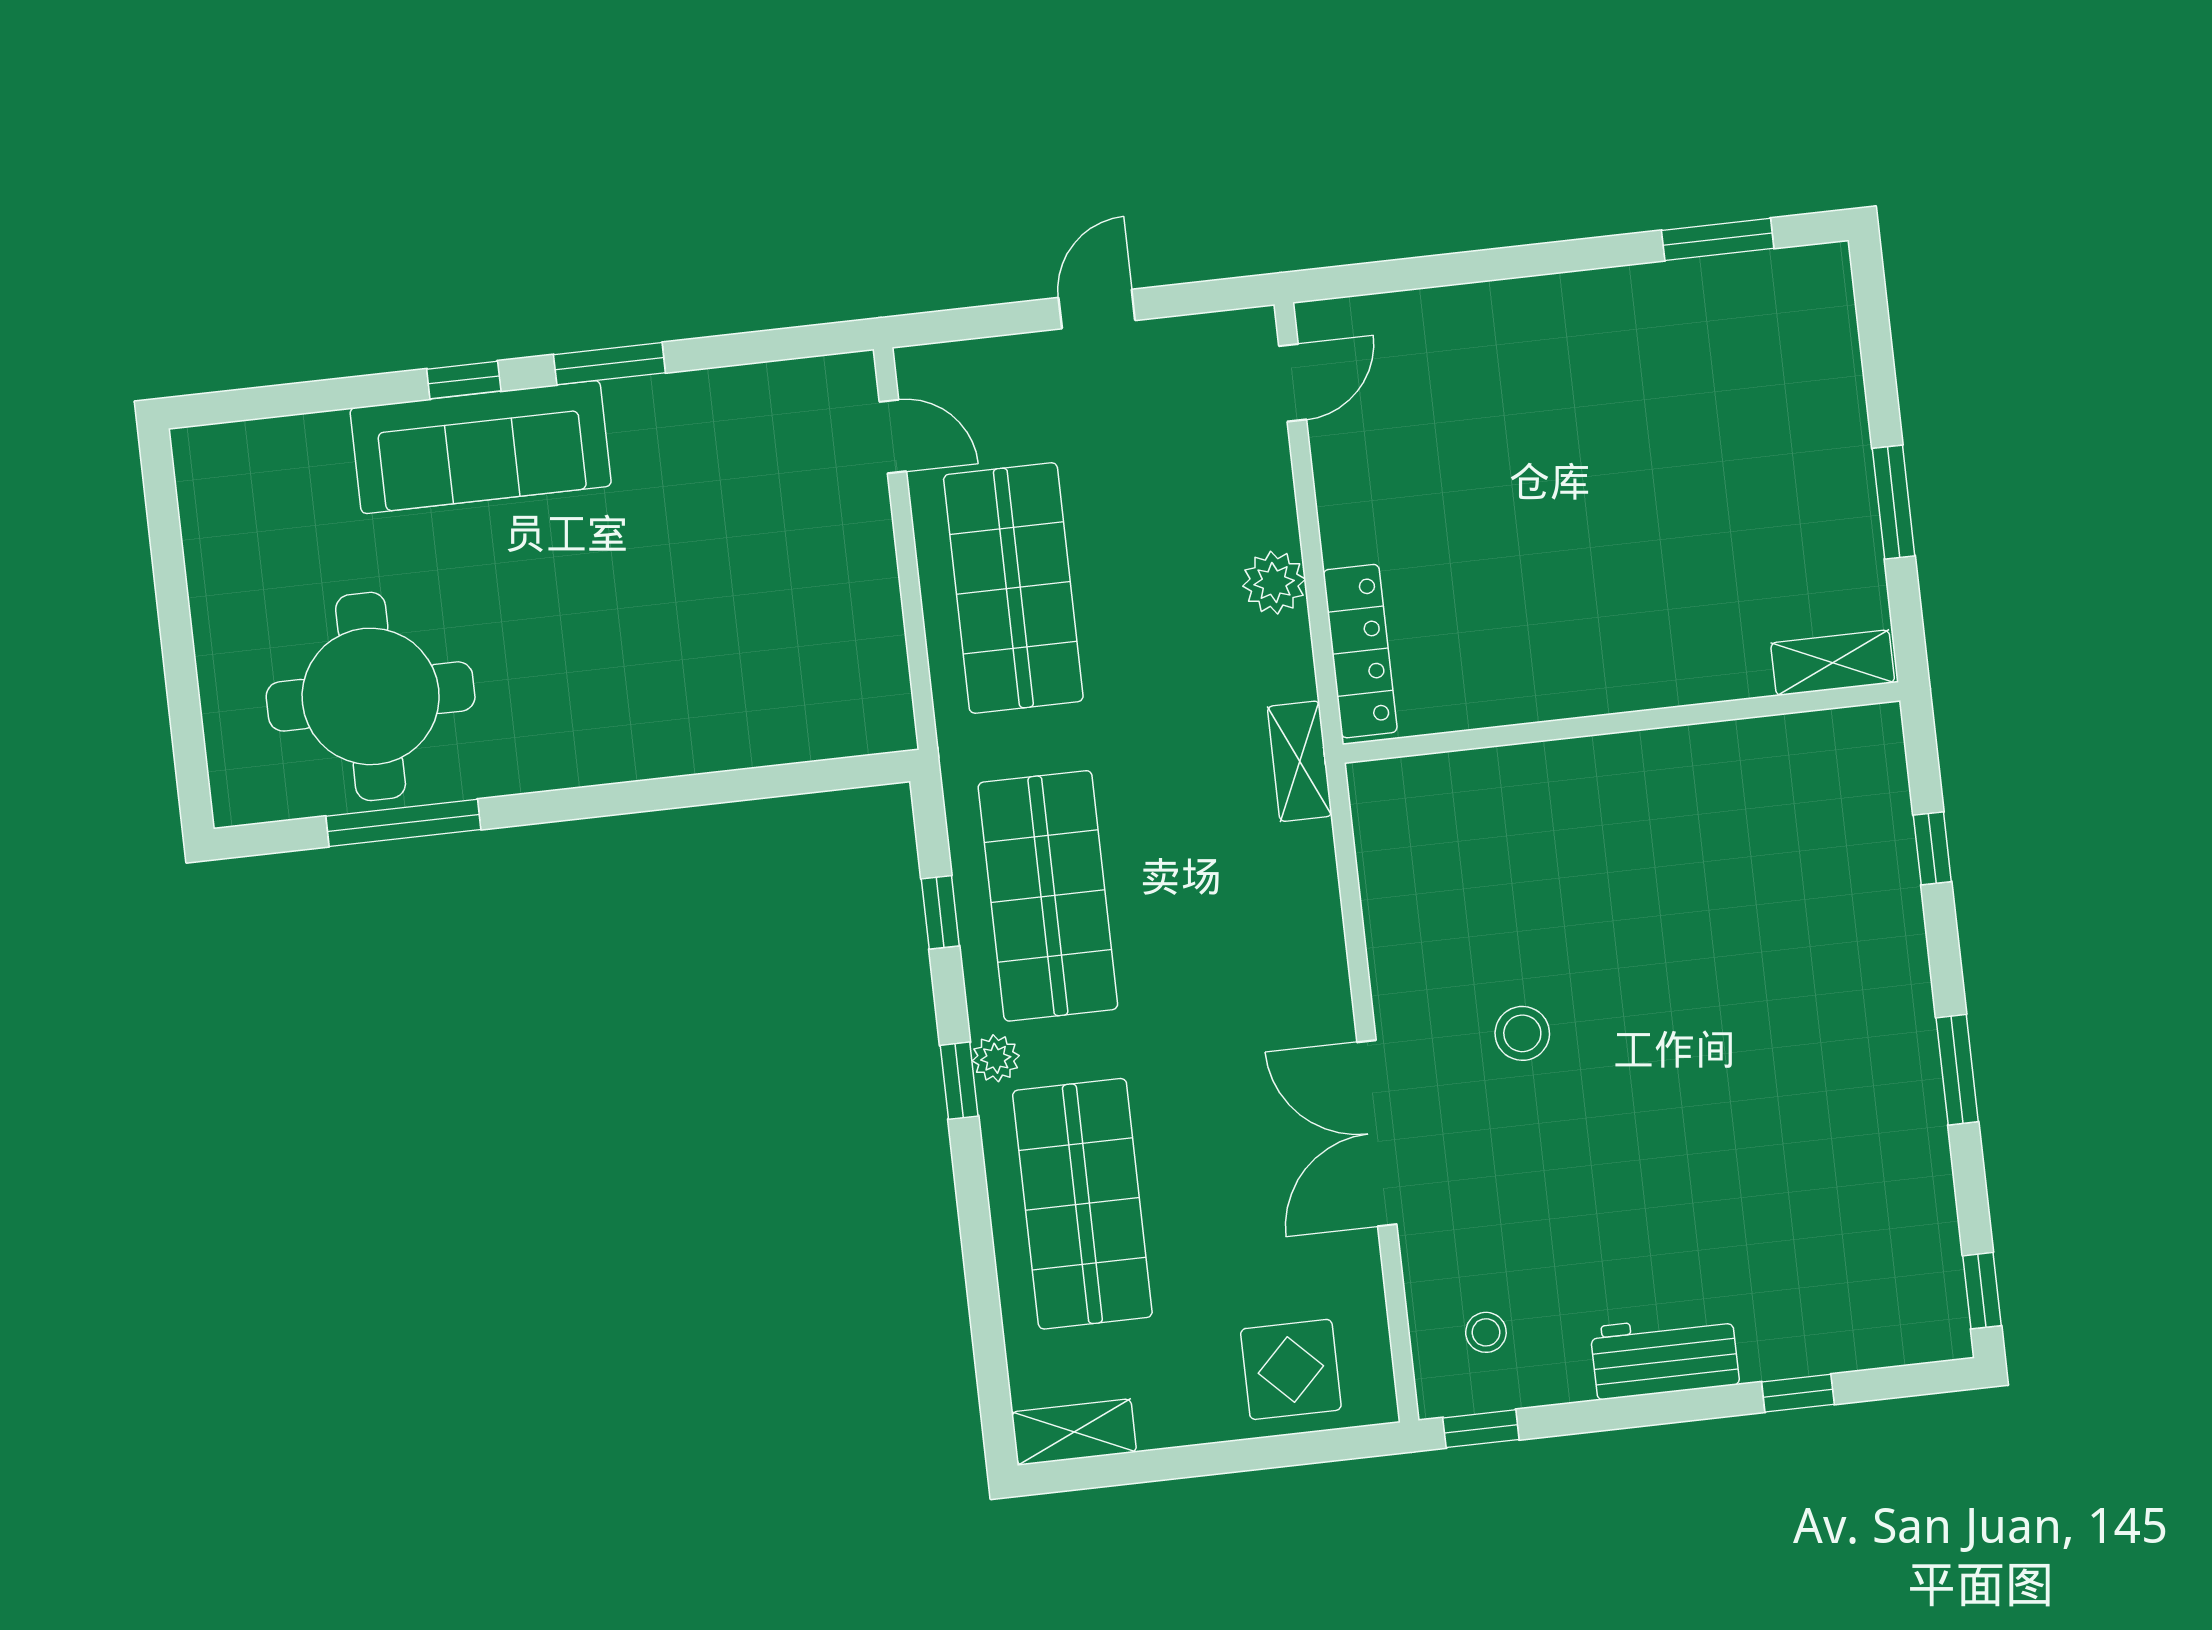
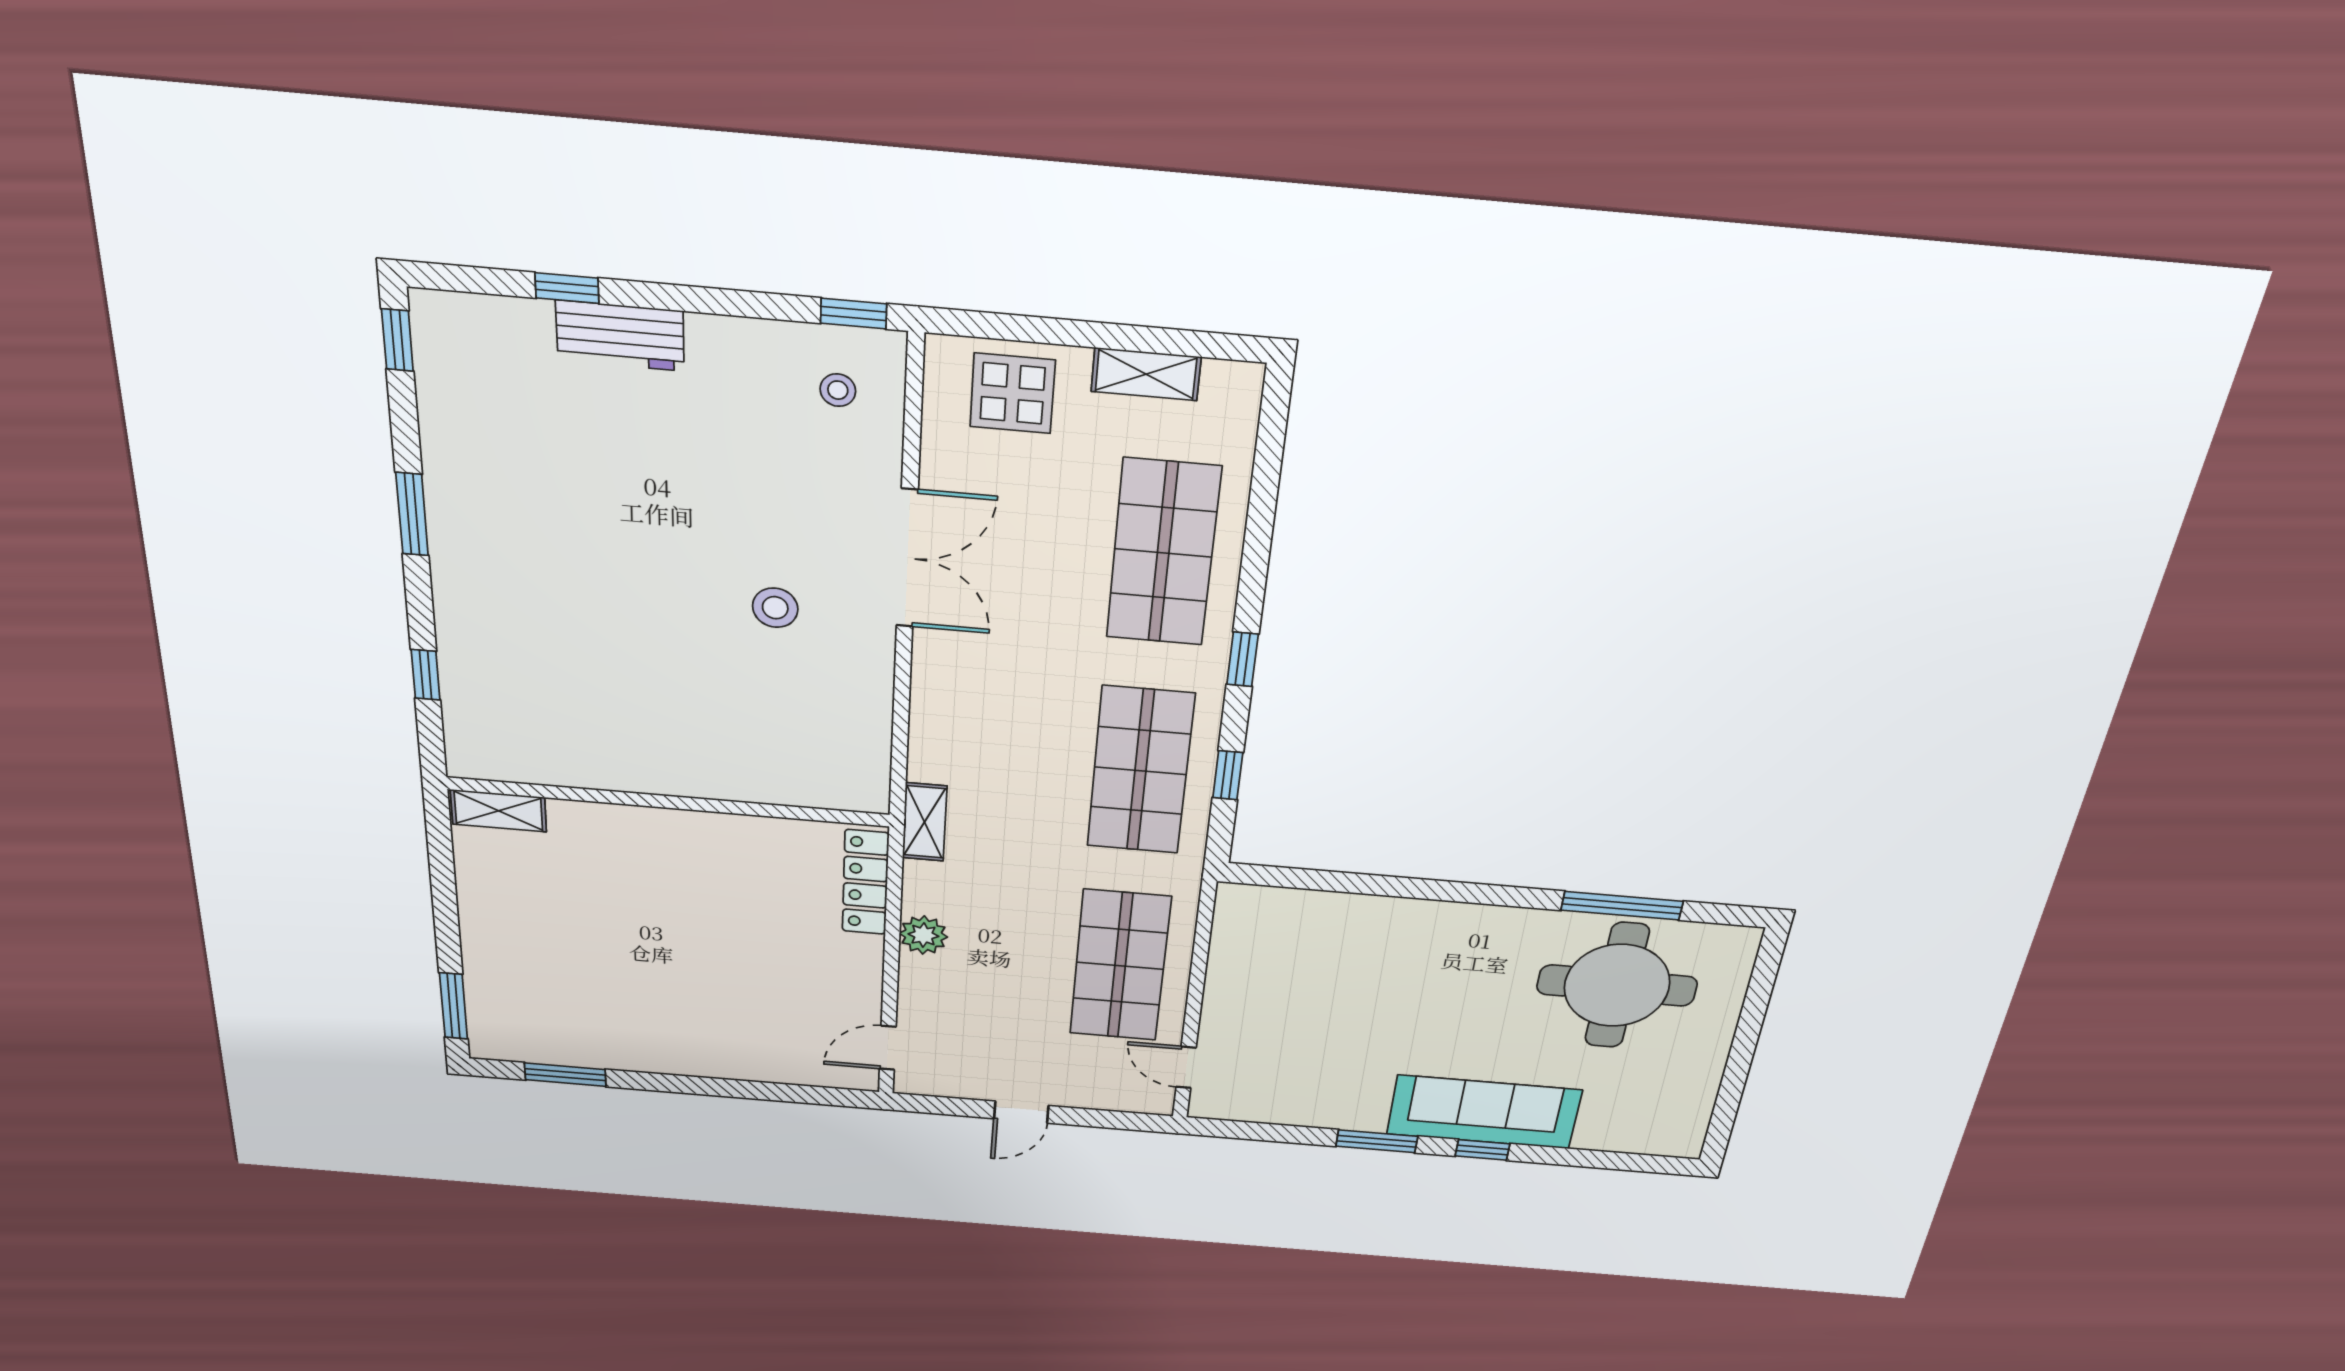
window: (1894, 502) -> (454, 1006), moved
plant: (996, 1058) -> (1209, 669), removed
workbench: (1665, 1356) -> (620, 336), moved
shelving: (1074, 1432) -> (1146, 374), moved

